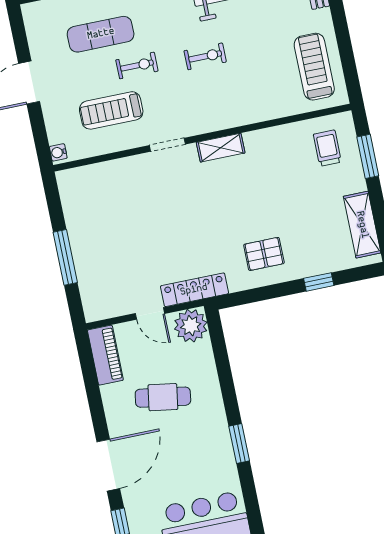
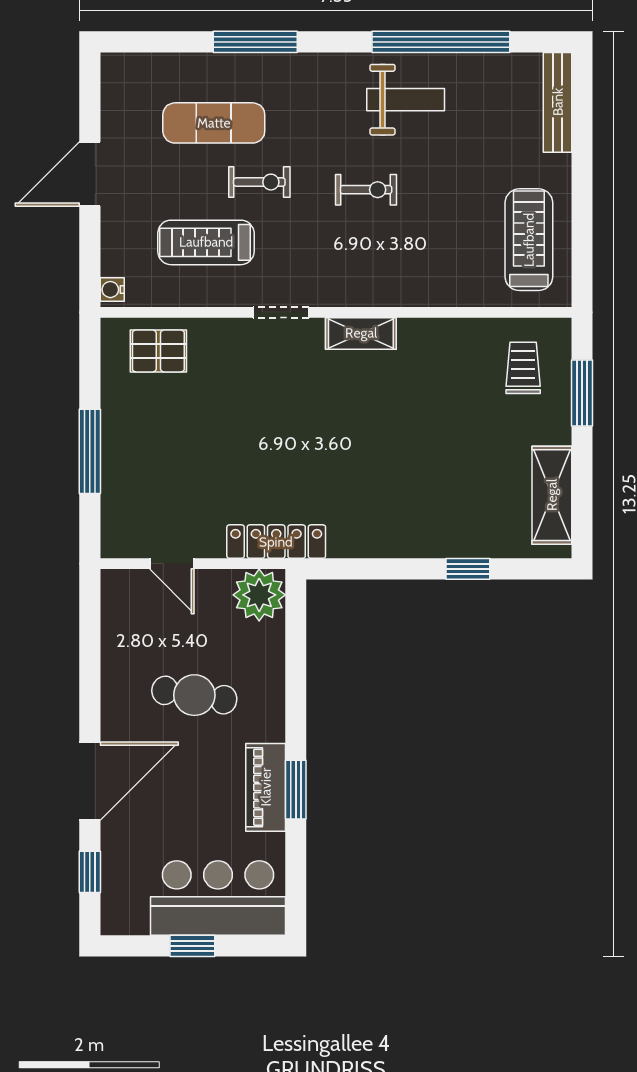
pallet: (264, 254) -> (158, 351), moved
door: (150, 314) -> (172, 564), moved
piano: (105, 355) -> (266, 787), moved, turned 180

